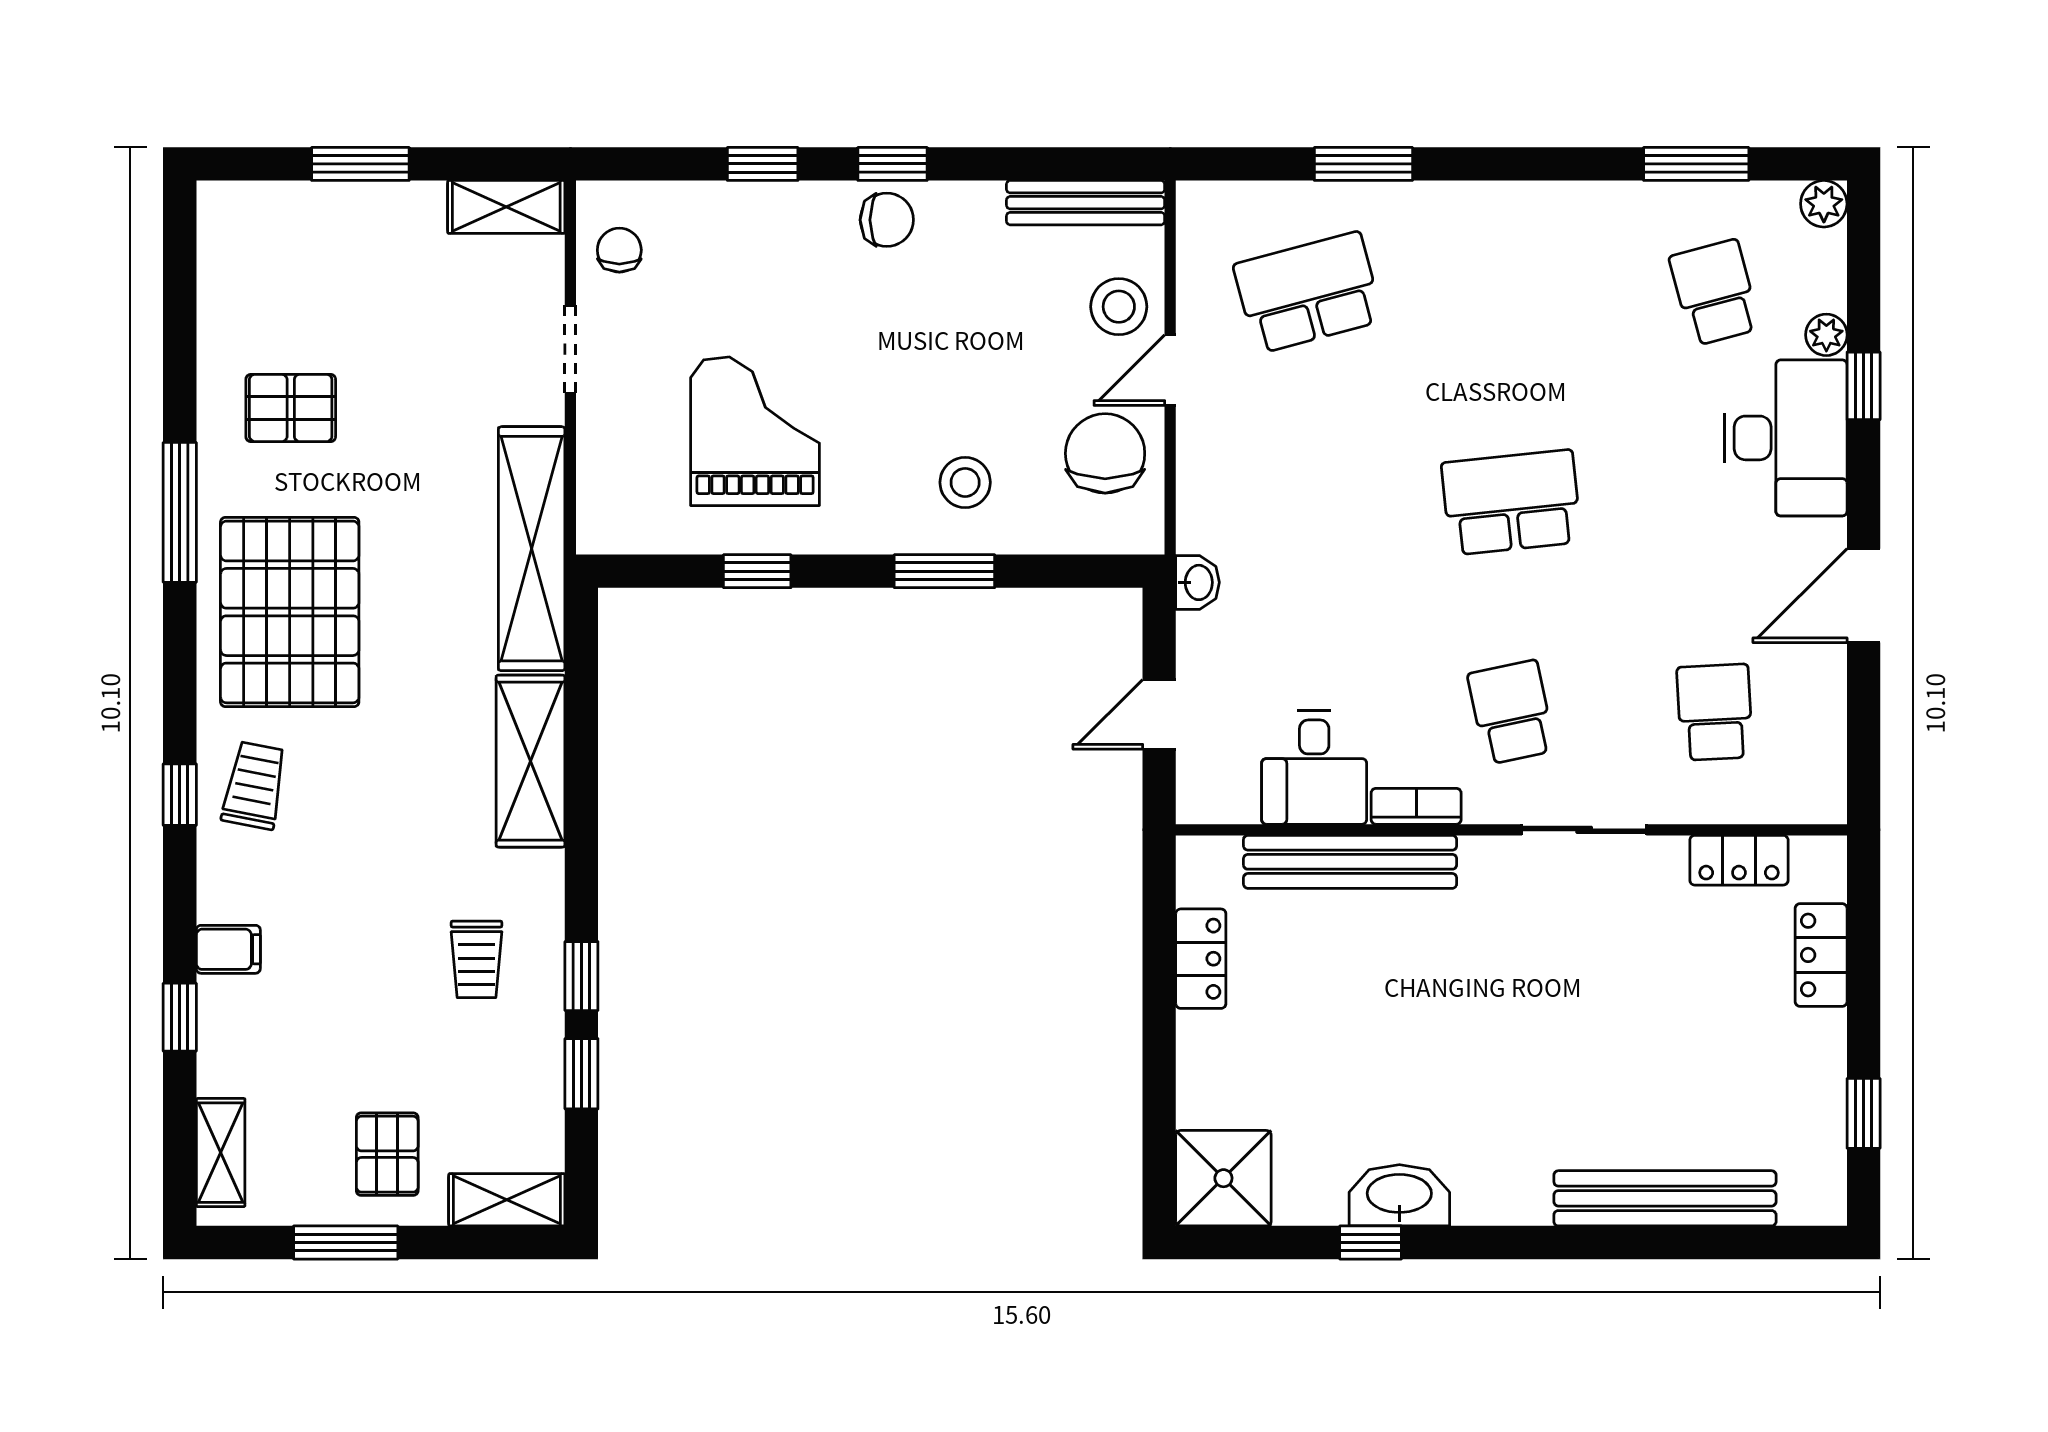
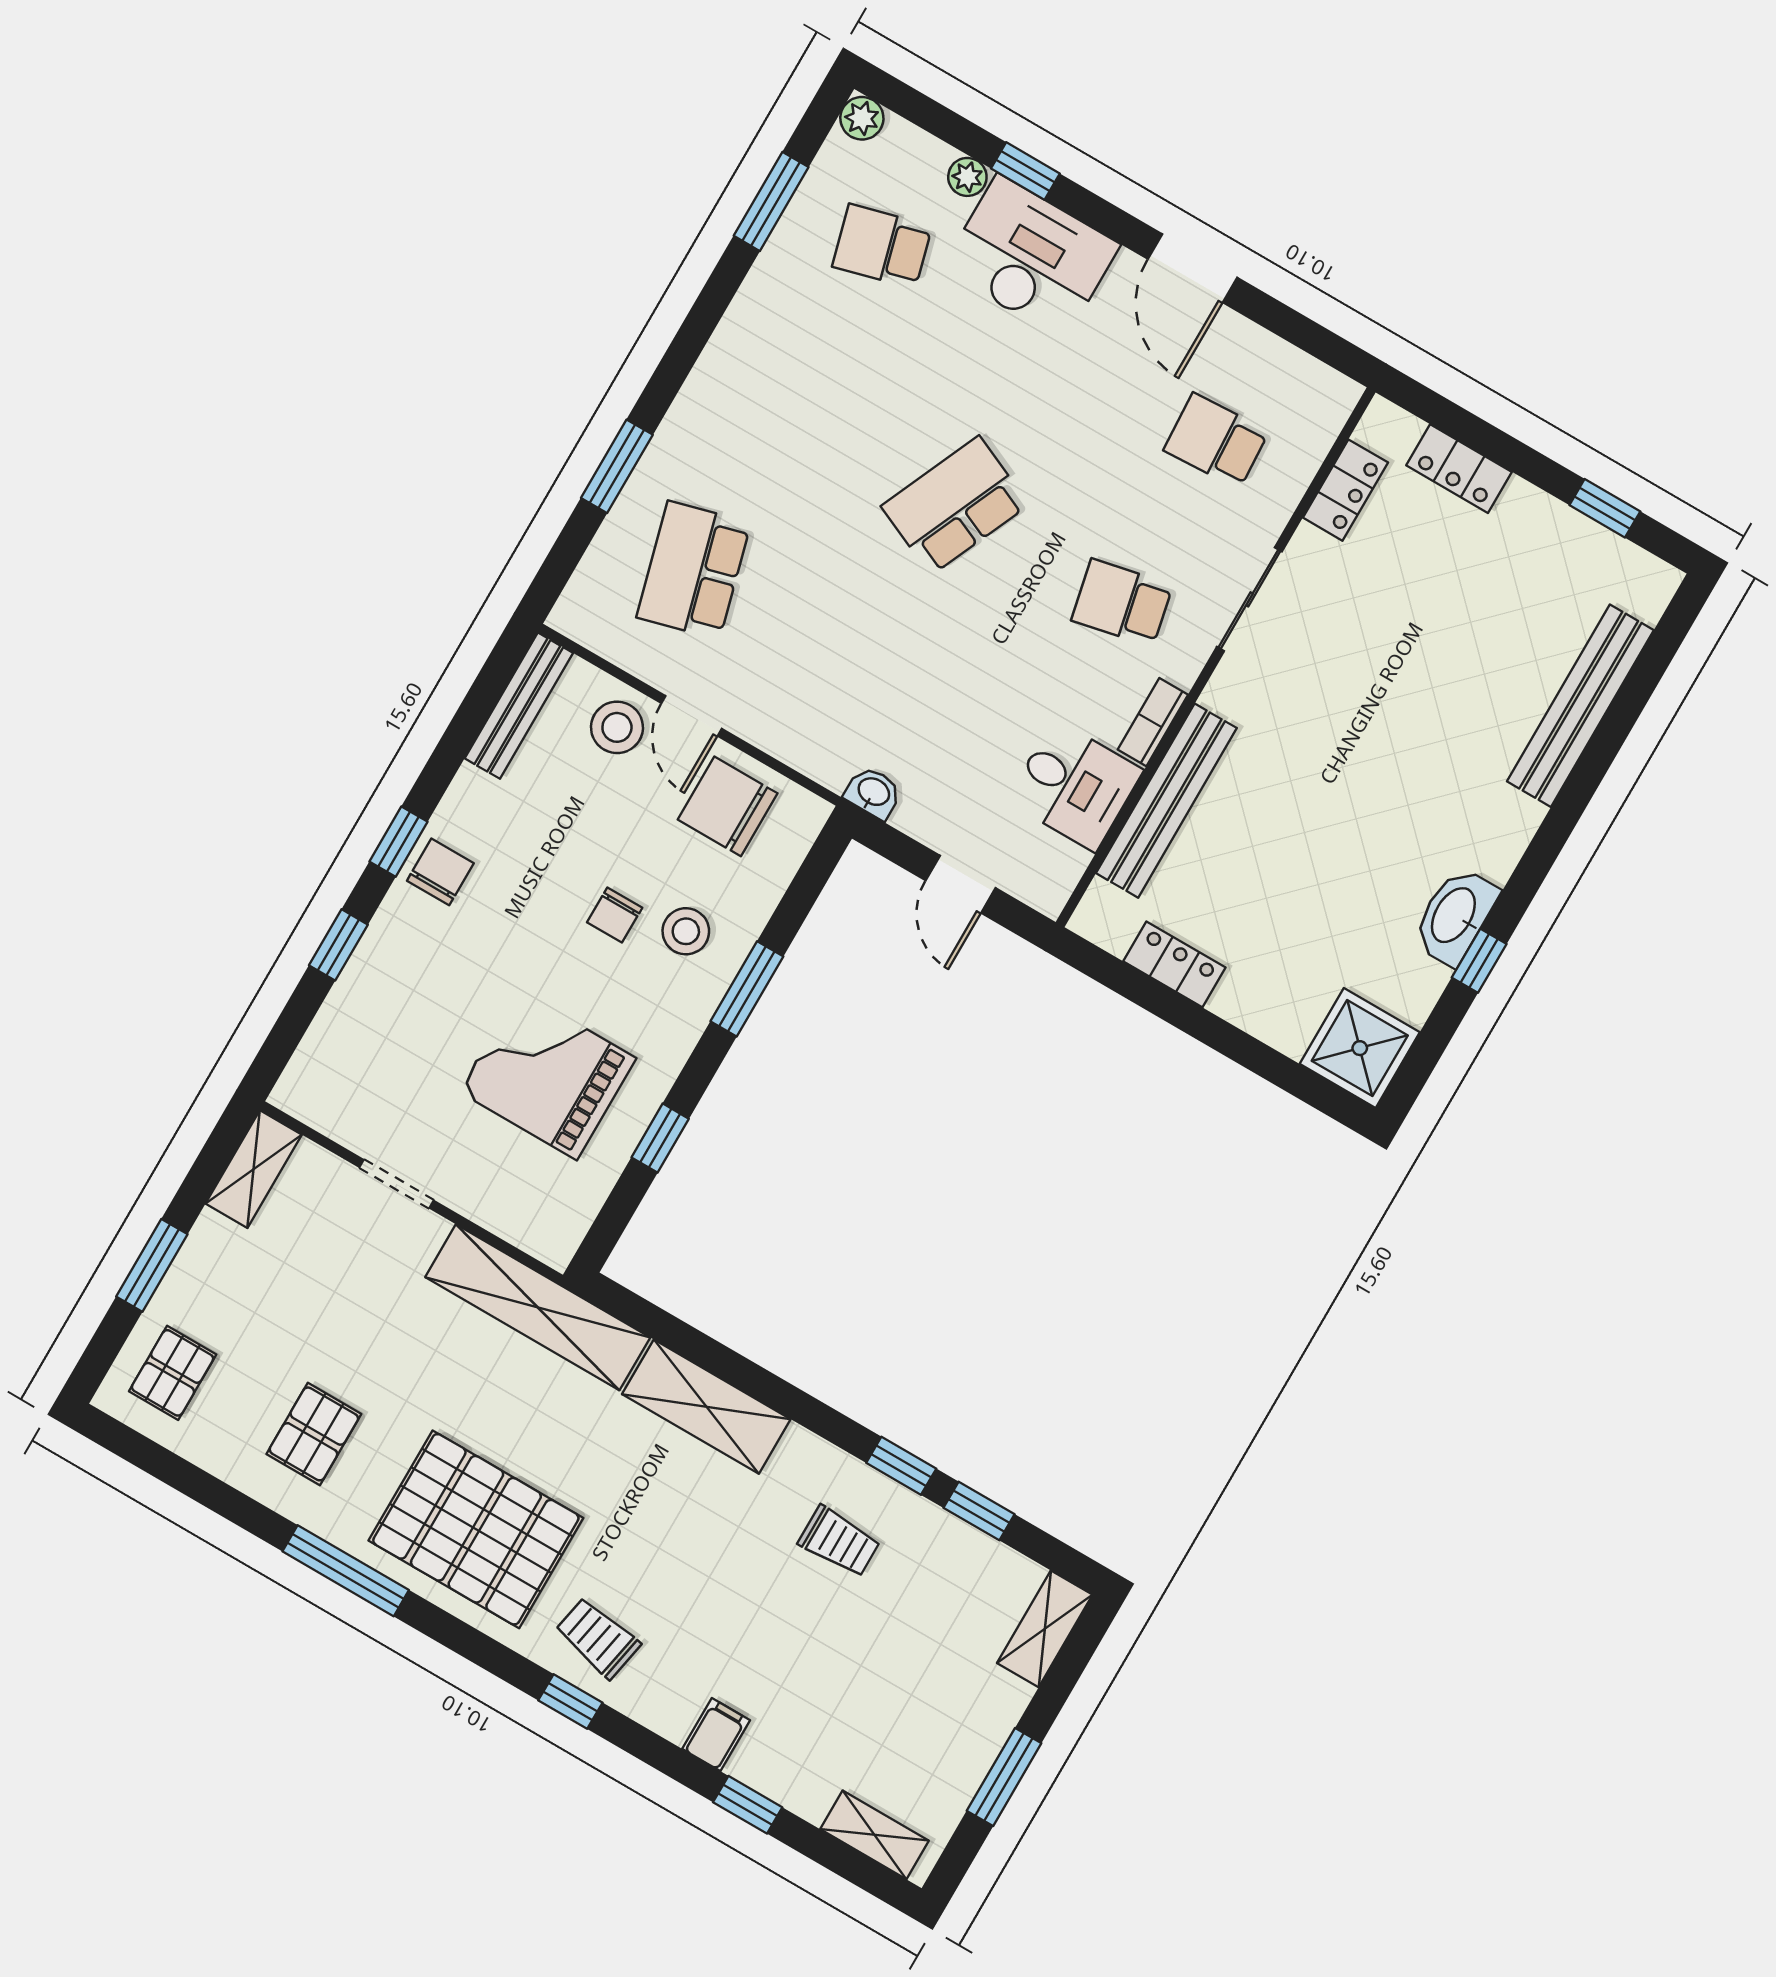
chair: (619, 250) -> (615, 915), moved, turned -90
school desk: (1511, 502) -> (955, 505), turned 30
pallet: (387, 1154) -> (173, 1373), moved, turned 90

